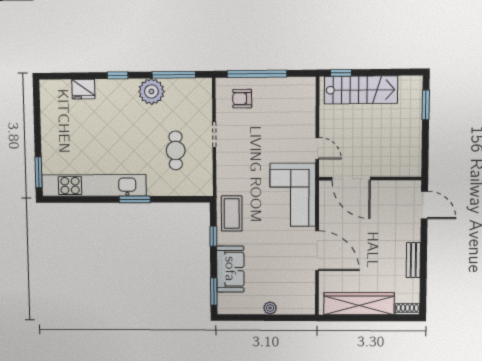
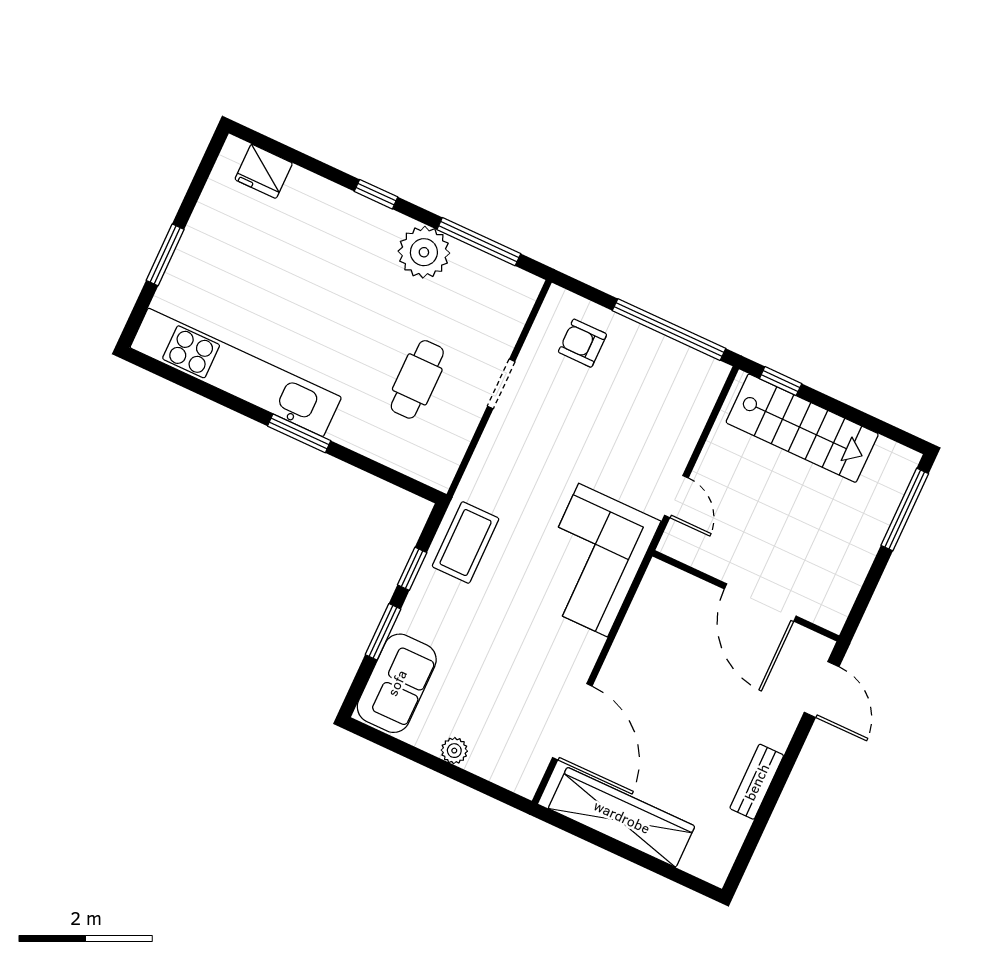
window: (257, 74) -> (669, 330), moved
fridge: (83, 89) -> (264, 171), moved
window: (426, 105) -> (905, 509), width x1.44
window: (39, 172) -> (165, 255), moved
door: (351, 179) -> (760, 602), moved
door: (317, 251) -> (572, 722), moved
sofa: (230, 269) -> (397, 683), moved
window: (214, 291) -> (383, 632), moved
shoe rack: (407, 309) -> (705, 868), removed

